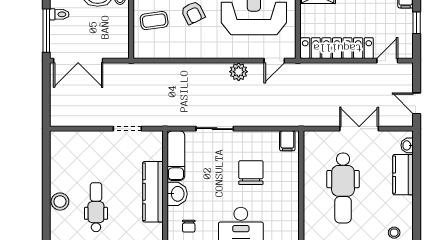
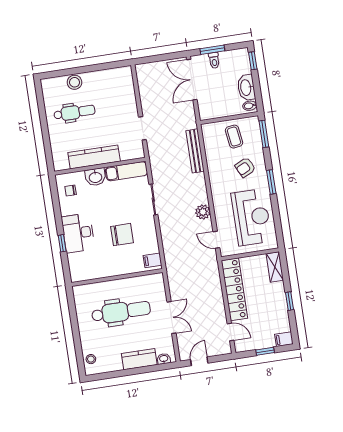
toilet: (59, 14) -> (214, 60), moved
window: (46, 31) -> (212, 50), width x0.69
bench: (164, 70) -> (195, 151), added
dental chair: (343, 188) -> (121, 312), turned 180

